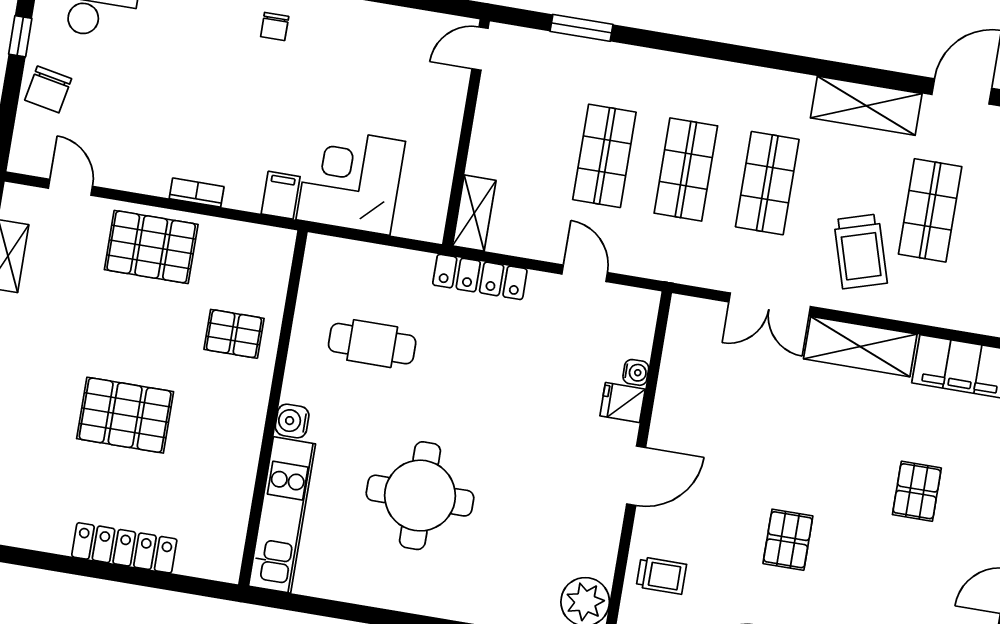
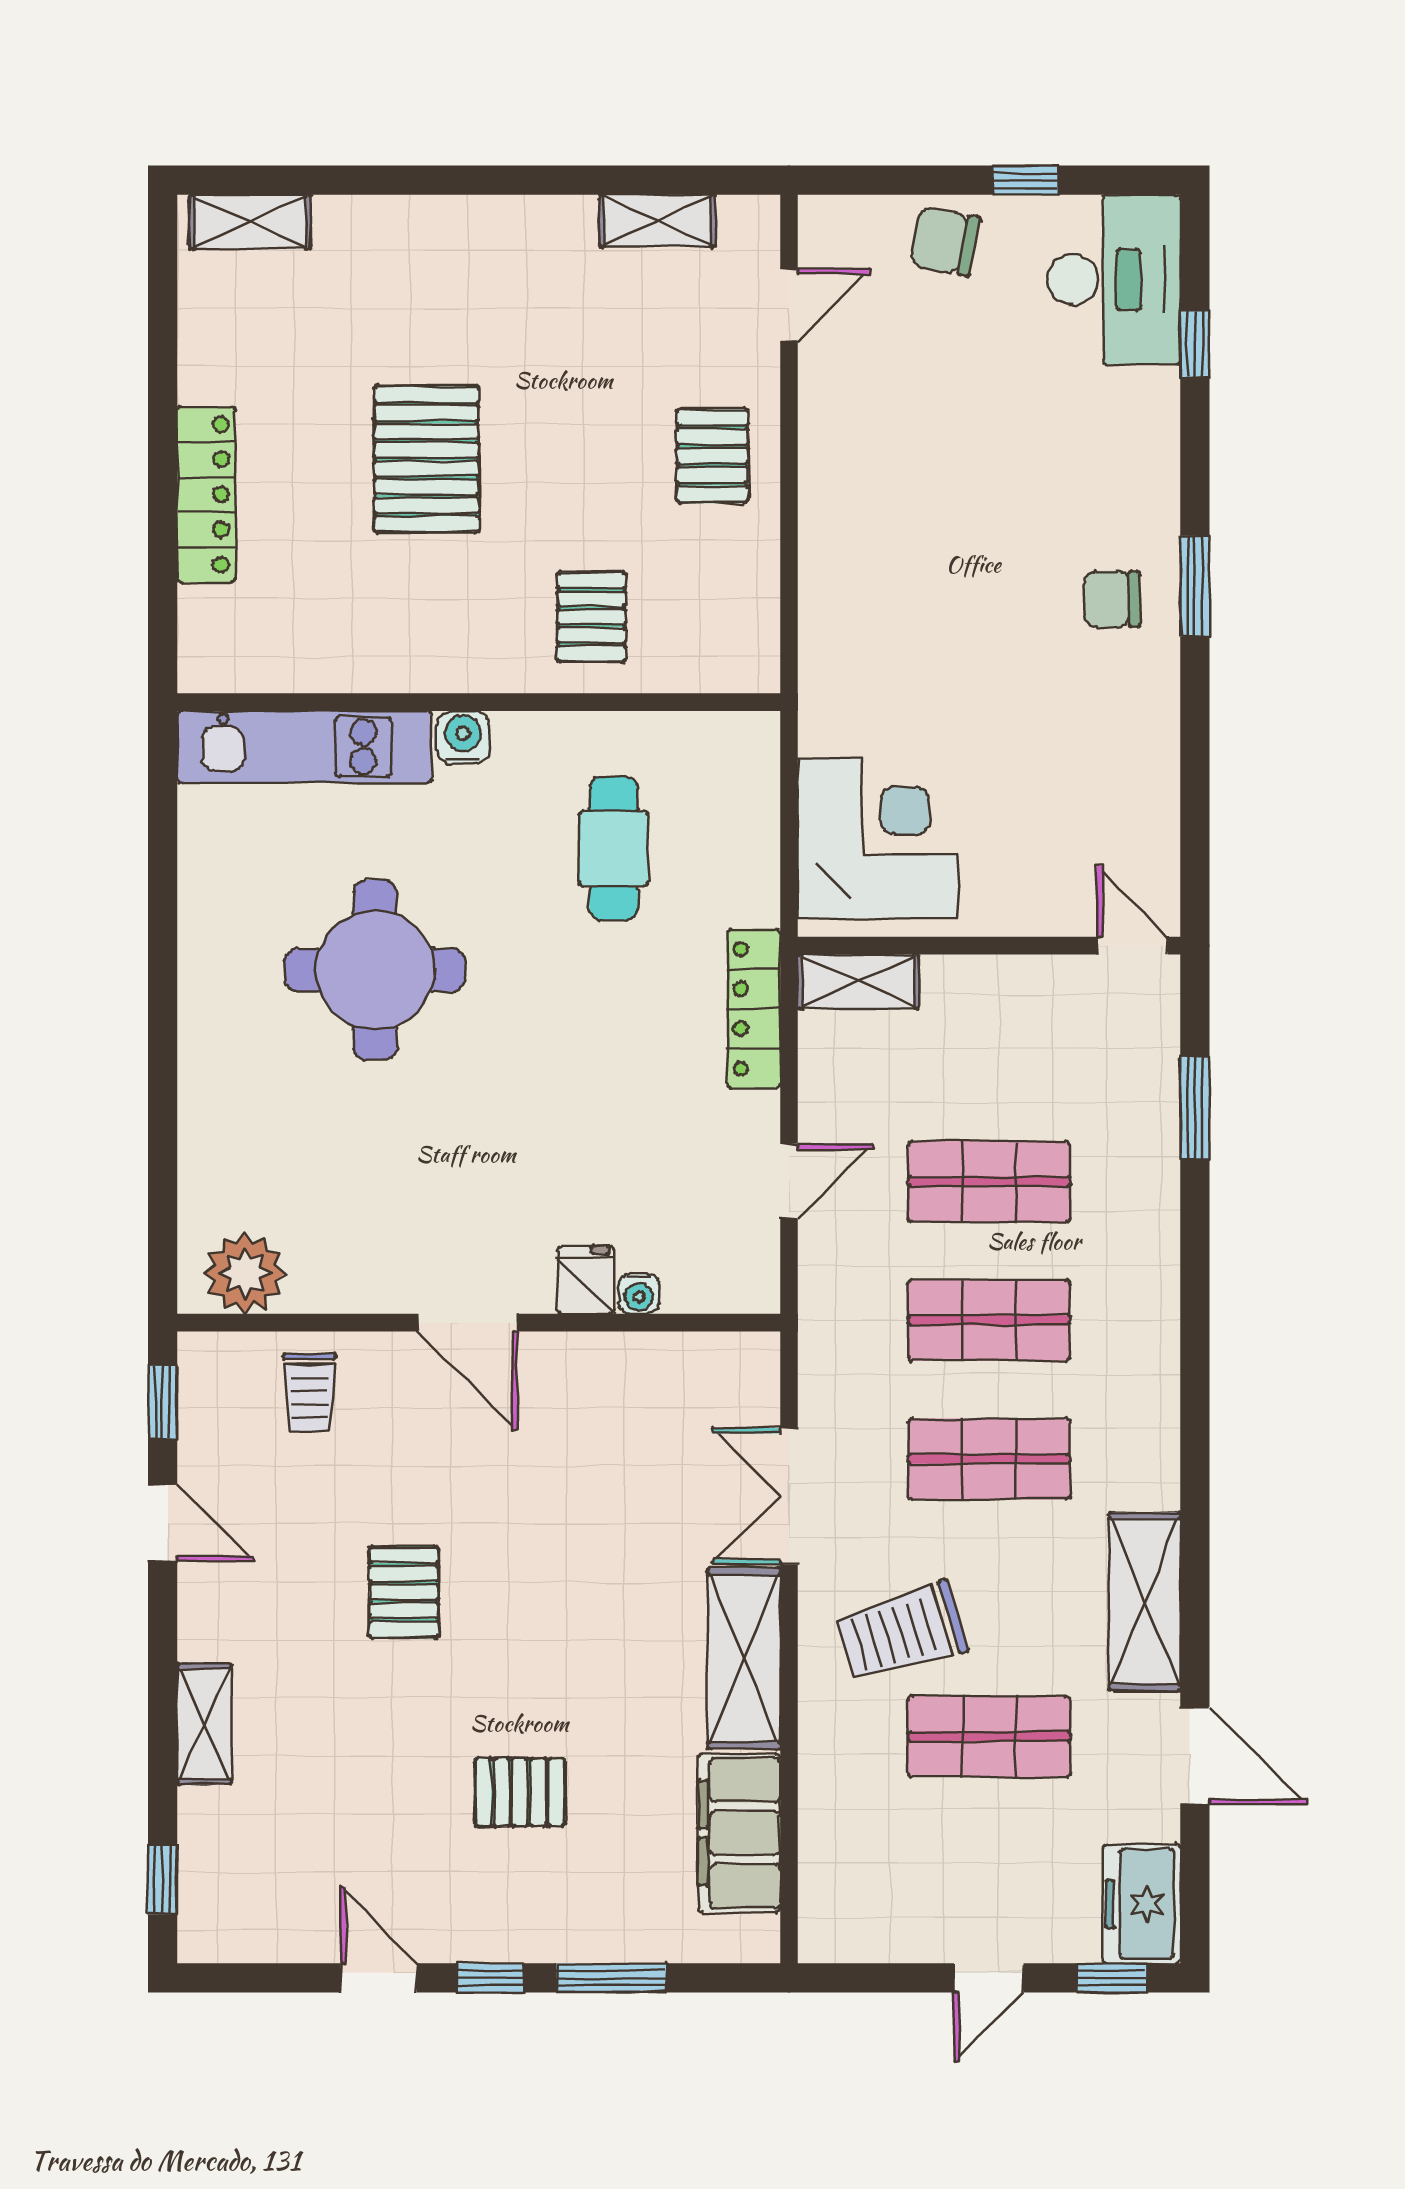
chair: (275, 26) -> (1112, 599), width x1.37, depth x1.37
corner desk: (351, 180) -> (878, 838), moved
bookcase: (197, 193) -> (815, 516), removed
filing cabinet: (281, 195) -> (834, 656), removed
pallet: (151, 247) -> (712, 456), width x0.67, depth x0.71
pallet: (788, 540) -> (404, 1592), turned 90

